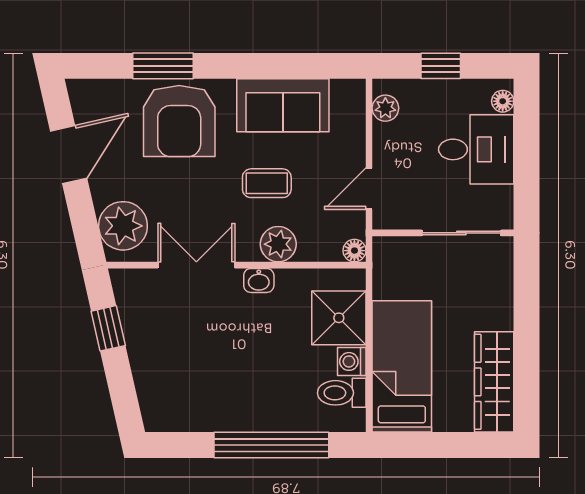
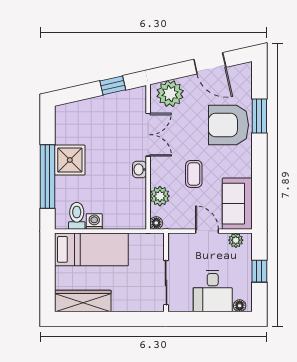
sofa: (283, 105) -> (237, 204), moved
door: (369, 189) -> (207, 231), moved
plant: (278, 244) -> (160, 196), moved
shower: (339, 318) -> (70, 160), moved

